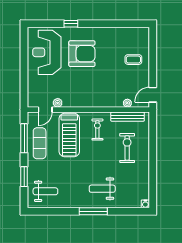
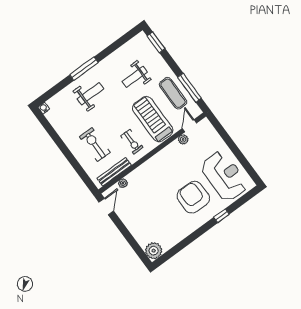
plant: (141, 35) -> (154, 251), added
armchair: (82, 54) -> (193, 197), turned 90
coffee table: (133, 60) -> (145, 225), removed
exercise bike: (127, 148) -> (95, 145), turned 180
window: (24, 177) -> (156, 42), moved
weight bench: (45, 191) -> (135, 77), moved

